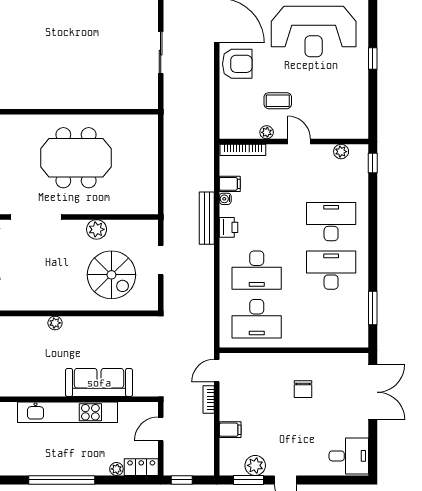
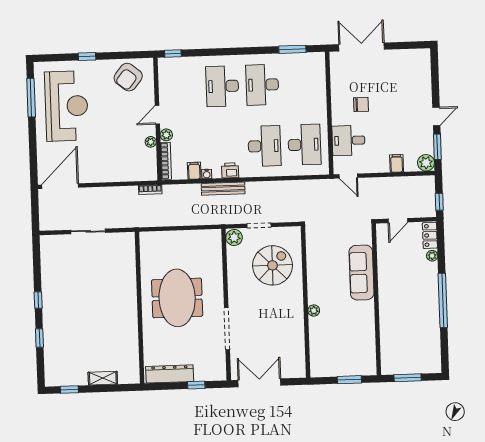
armchair: (237, 64) -> (128, 77), moved, turned -141
coffee table: (278, 101) -> (124, 134), removed
plant: (341, 152) -> (166, 135), moved
plant: (97, 229) -> (234, 237), moved
bookcase: (209, 399) -> (150, 190), moved
kitchen unit: (67, 412) -> (387, 298), removed
door: (161, 429) -> (398, 221), hinge flipped
desk: (349, 456) -> (349, 140), moved, turned -90
plant: (255, 465) -> (426, 163), moved

